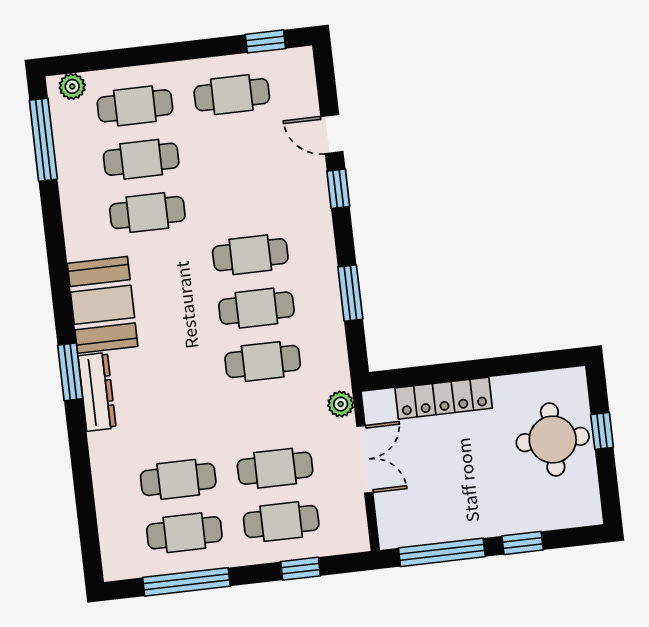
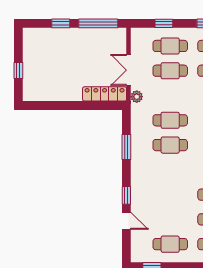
cafe table: (250, 255) -> (170, 170), removed
locker: (444, 398) -> (105, 94), moved
round table: (553, 440) -> (41, 69), removed

